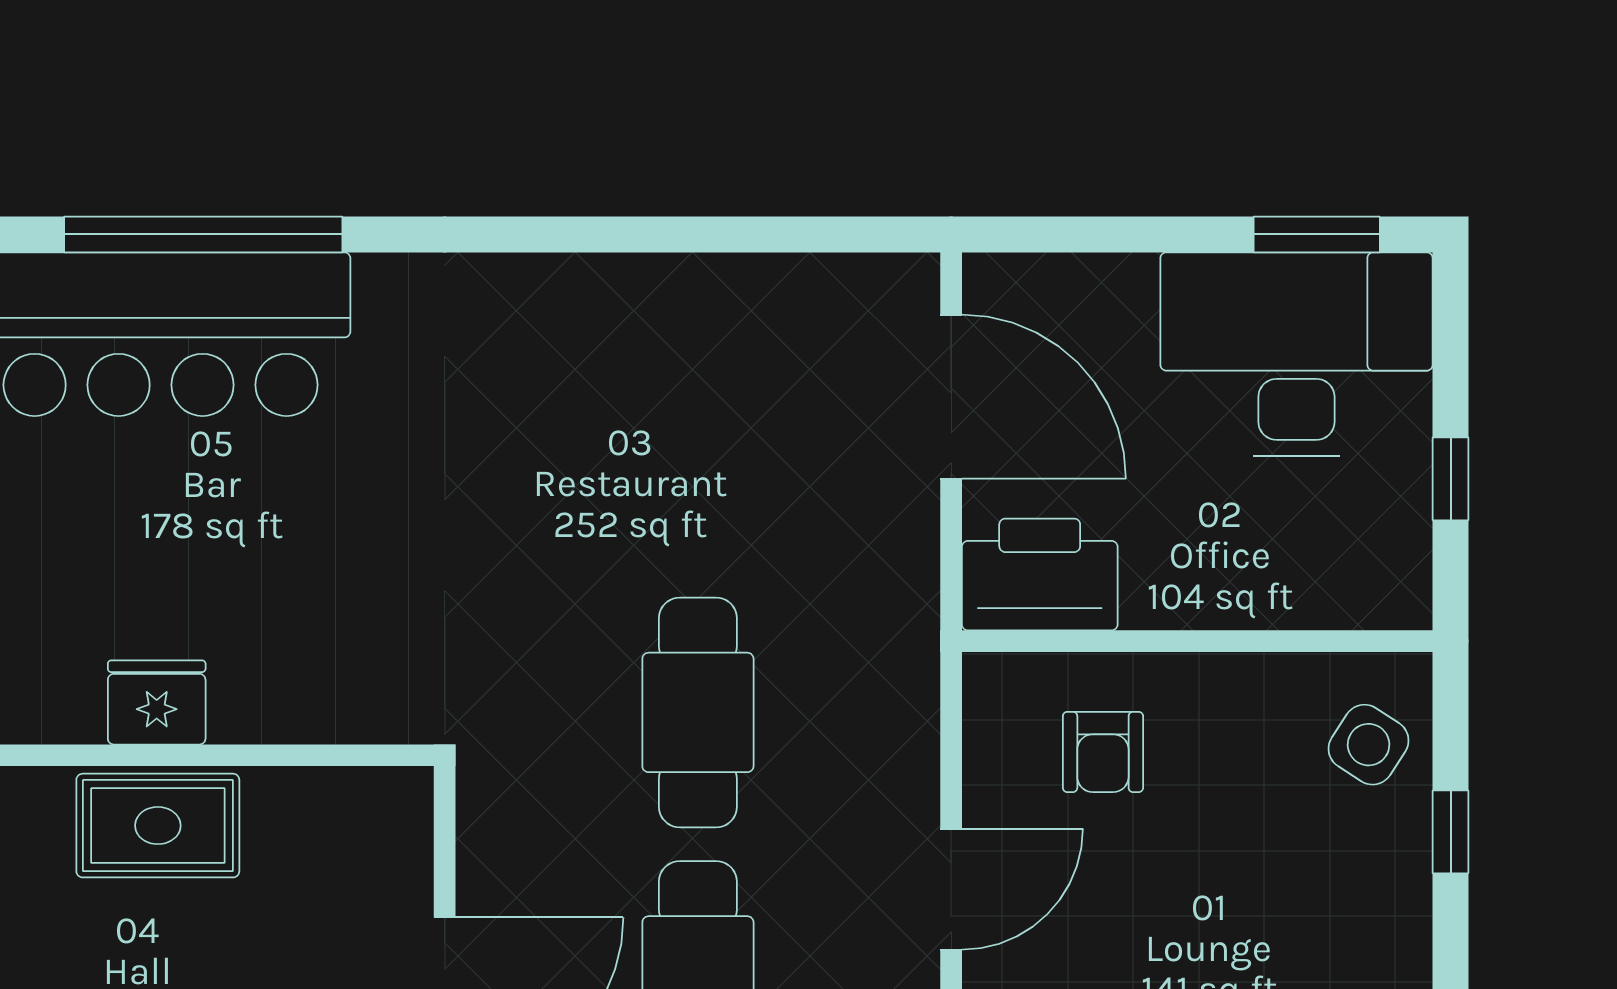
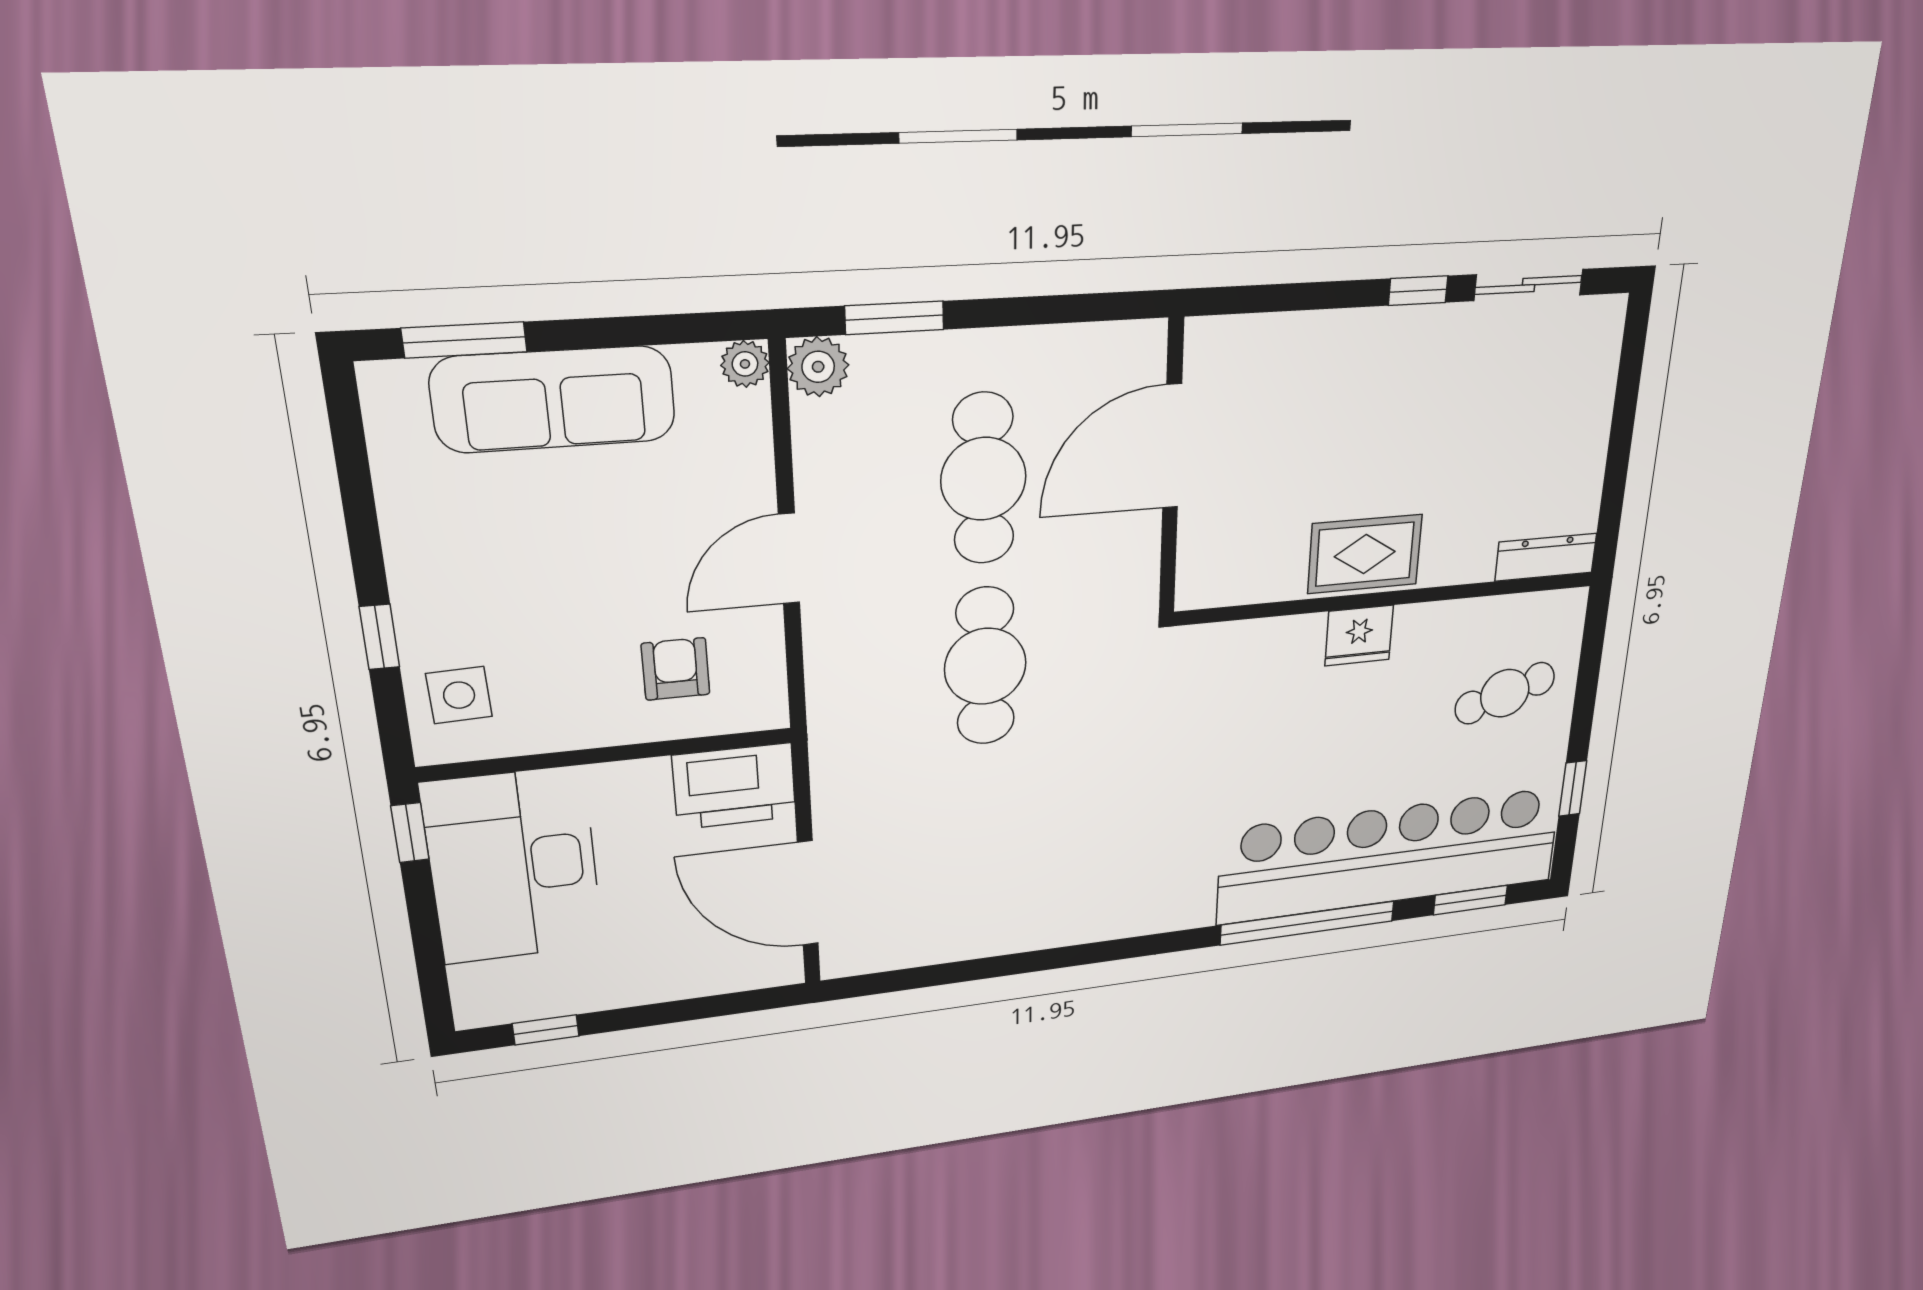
window: (1317, 234) -> (546, 1030), width x0.67
desk: (1296, 354) -> (513, 866), moved, turned 90
window: (1451, 479) -> (410, 833), moved
side table: (1369, 745) -> (459, 695), turned -35

